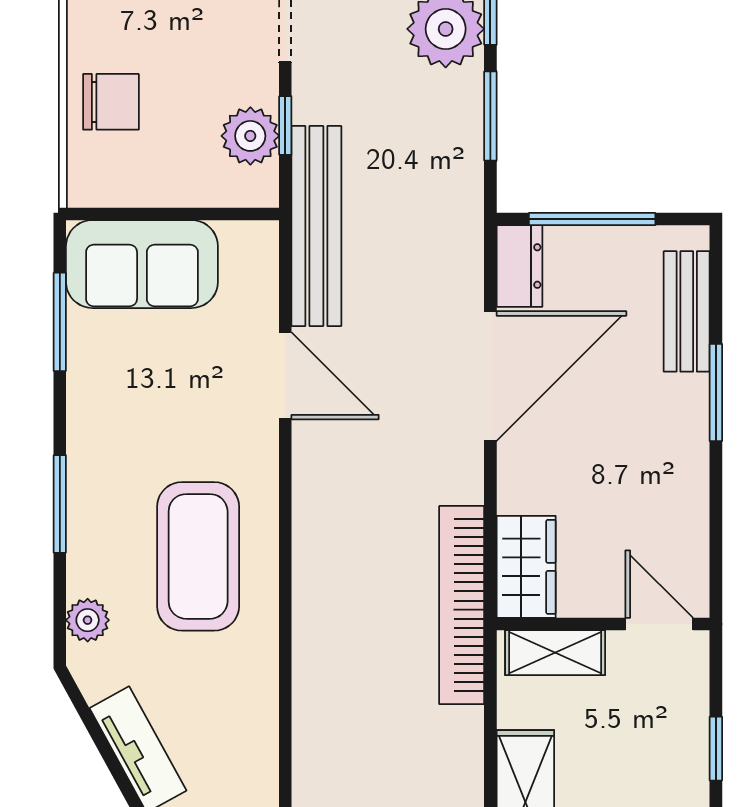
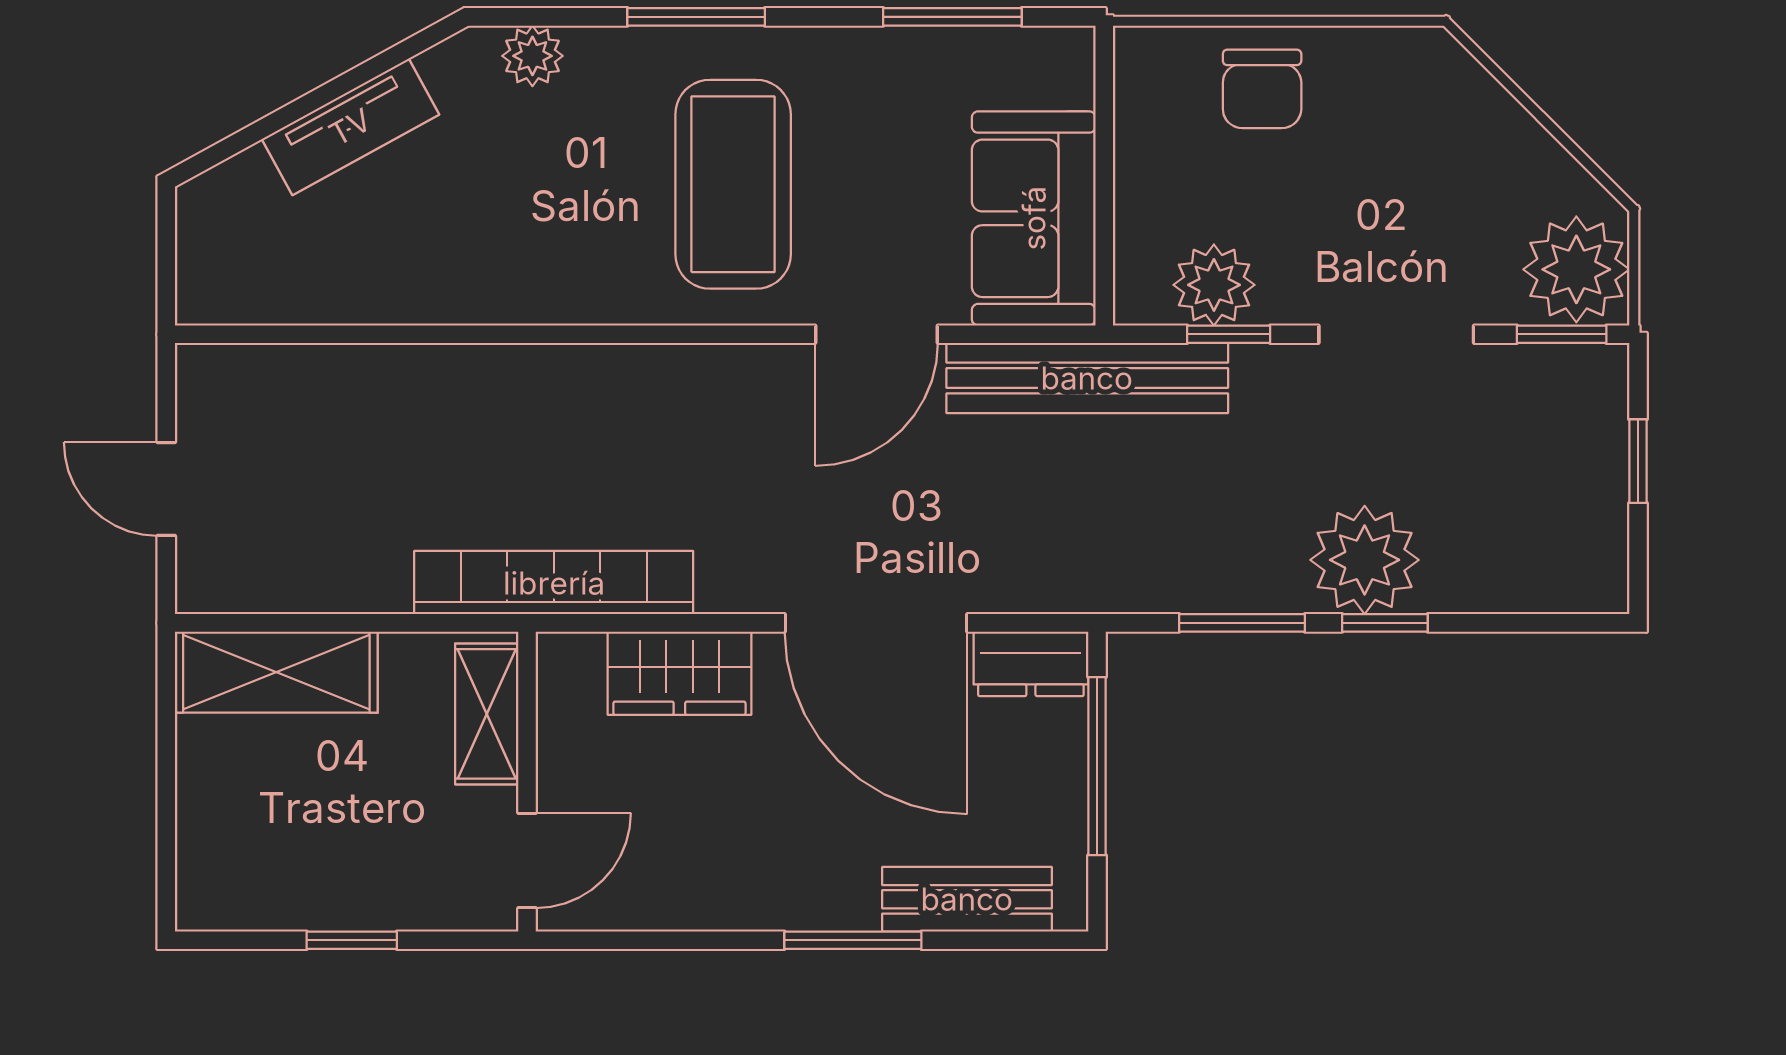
sofa: (142, 264) -> (1034, 218), moved
coffee table: (198, 556) -> (733, 184), moved, turned 90
wardrobe: (526, 567) -> (679, 673), moved

